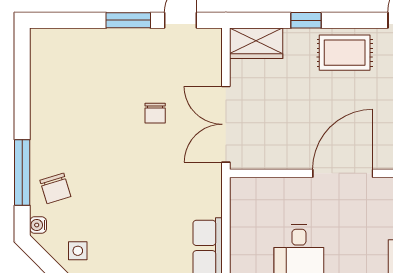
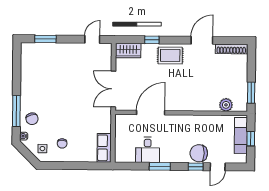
window: (128, 20) -> (45, 39), moved
chair: (155, 113) -> (62, 143), moved
door: (343, 173) -> (151, 113), moved

